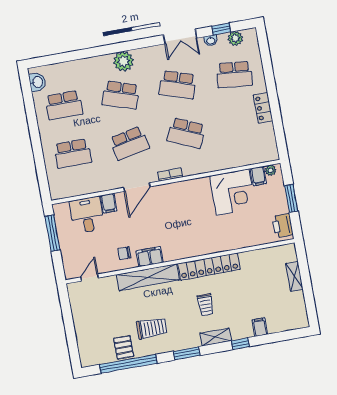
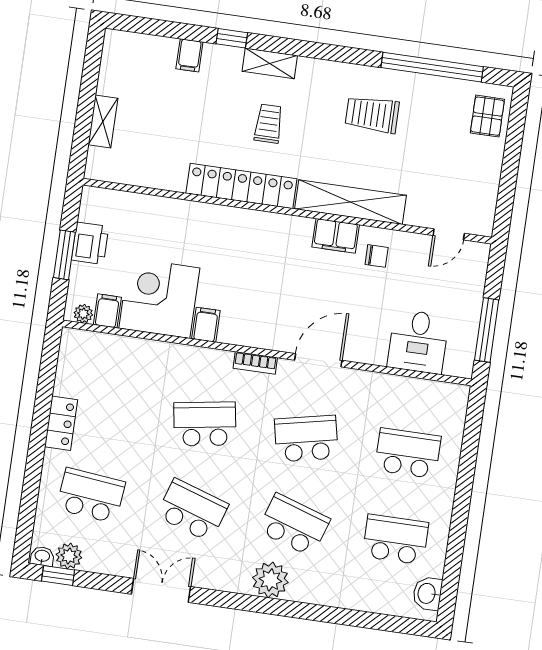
window: (221, 29) -> (58, 575), moved
washbasin: (211, 40) -> (42, 556), moved
school desk: (186, 133) -> (205, 424), turned -33
filing cabinet: (109, 203) -> (206, 325), moved
printer: (283, 226) -> (90, 243), moved
pallet: (124, 347) -> (487, 116), moved
window: (187, 353) -> (328, 52), removed

